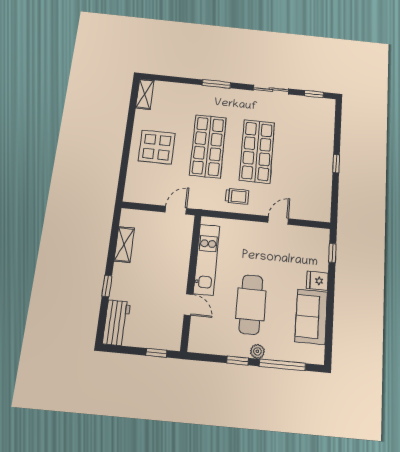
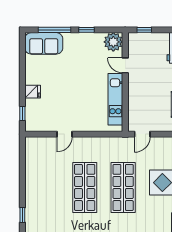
window: (336, 164) -> (22, 215), moved
trolley: (237, 196) -> (97, 150), removed
cafe table: (251, 304) -> (80, 70), removed
sofa: (311, 317) -> (44, 43), moved, turned 90
plant: (257, 351) -> (113, 42), moved, width x1.87, depth x1.87

